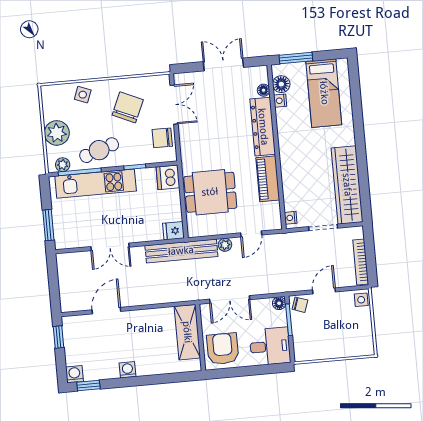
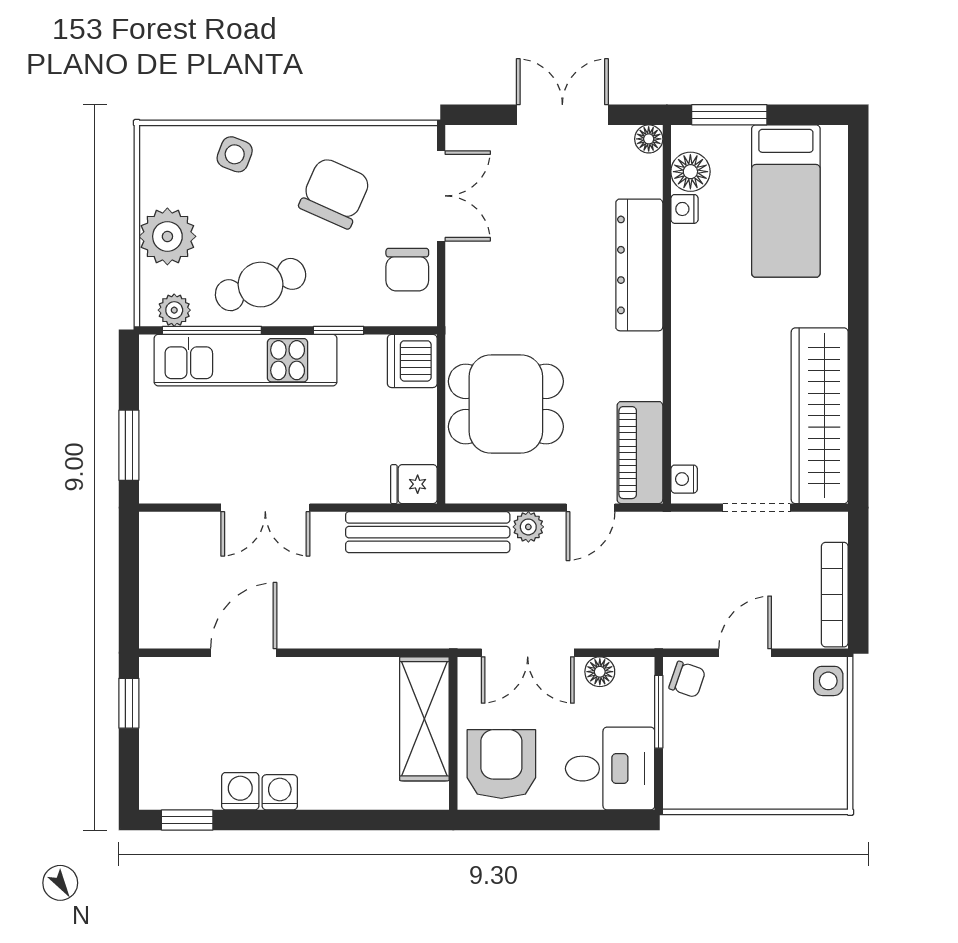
floor lamp: (264, 90) -> (649, 139), moved
chair: (162, 138) -> (407, 270), turned -90
piano: (268, 179) -> (640, 453), moved
floor lamp: (279, 303) -> (600, 672), moved
washing machine: (74, 374) -> (240, 791), moved

